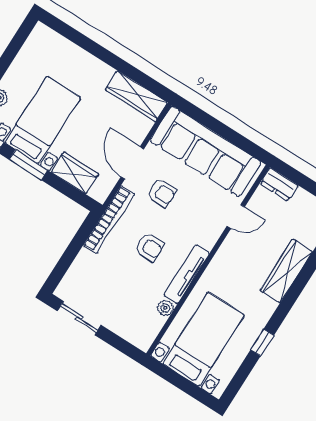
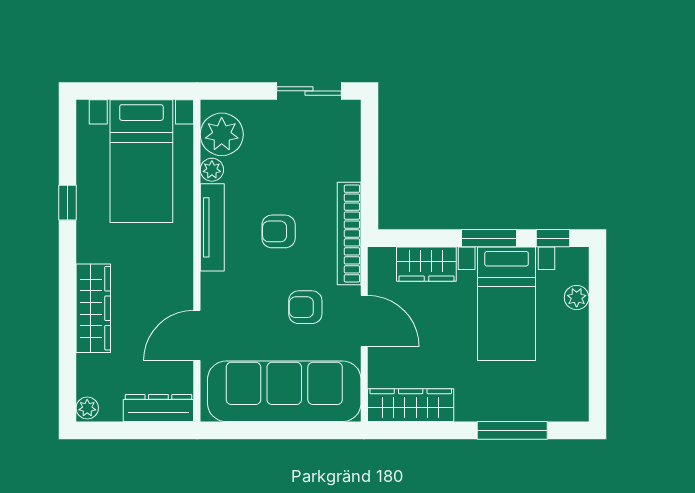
window: (86, 44) -> (512, 430), added
dresser: (279, 184) -> (158, 408), width x1.44
door: (236, 217) -> (197, 335), width x1.38
plant: (146, 325) -> (222, 134), added

